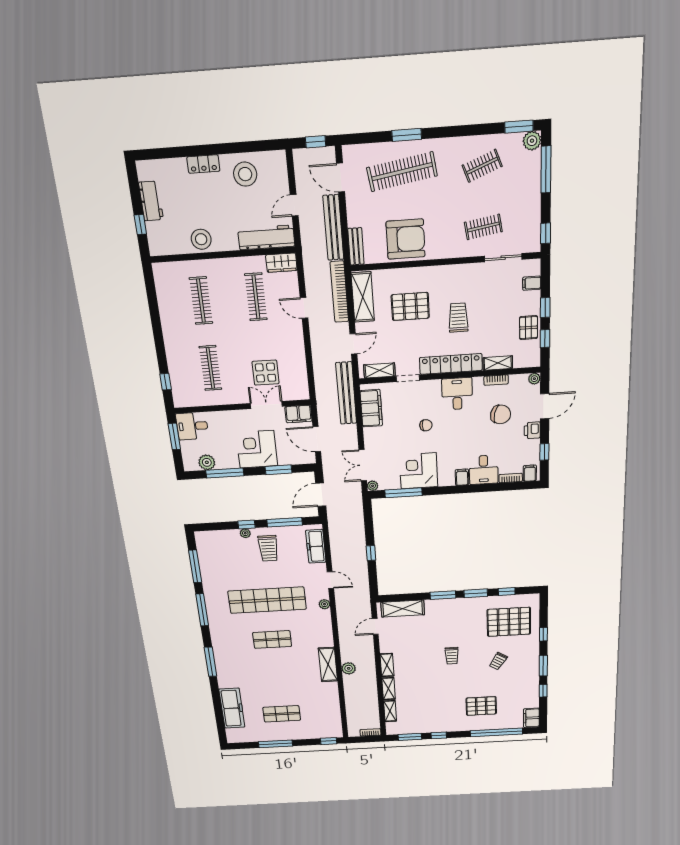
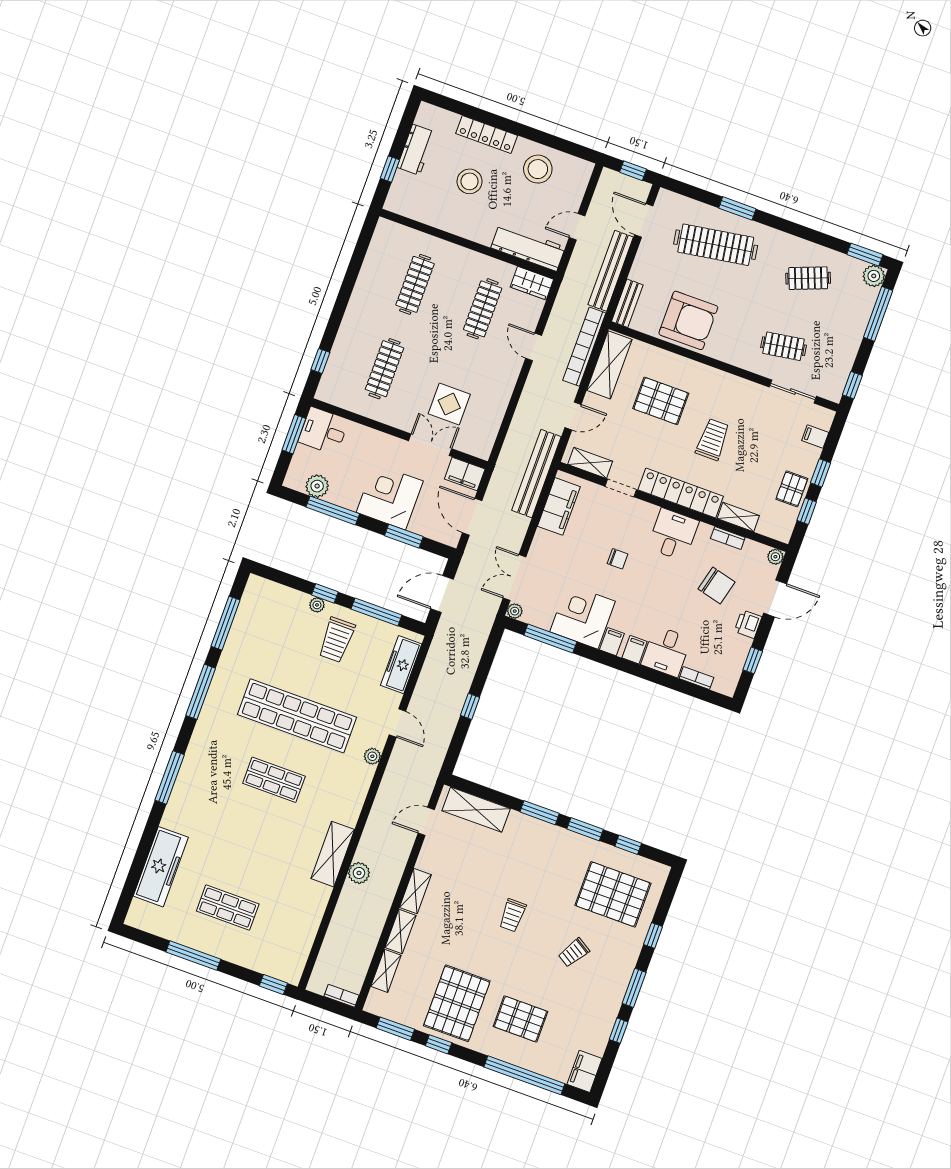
locker: (203, 164) -> (487, 134), width x1.53
stool: (201, 239) -> (470, 181), moved
filing cabinet: (530, 473) -> (612, 642), moved
pallet: (440, 712) -> (457, 1003), added

